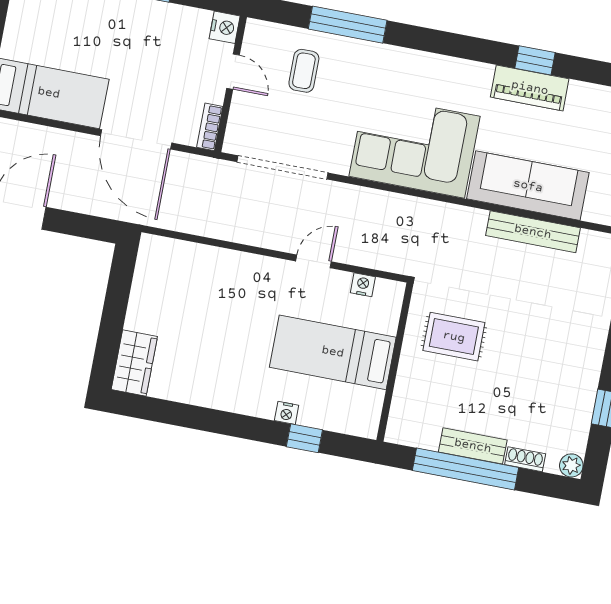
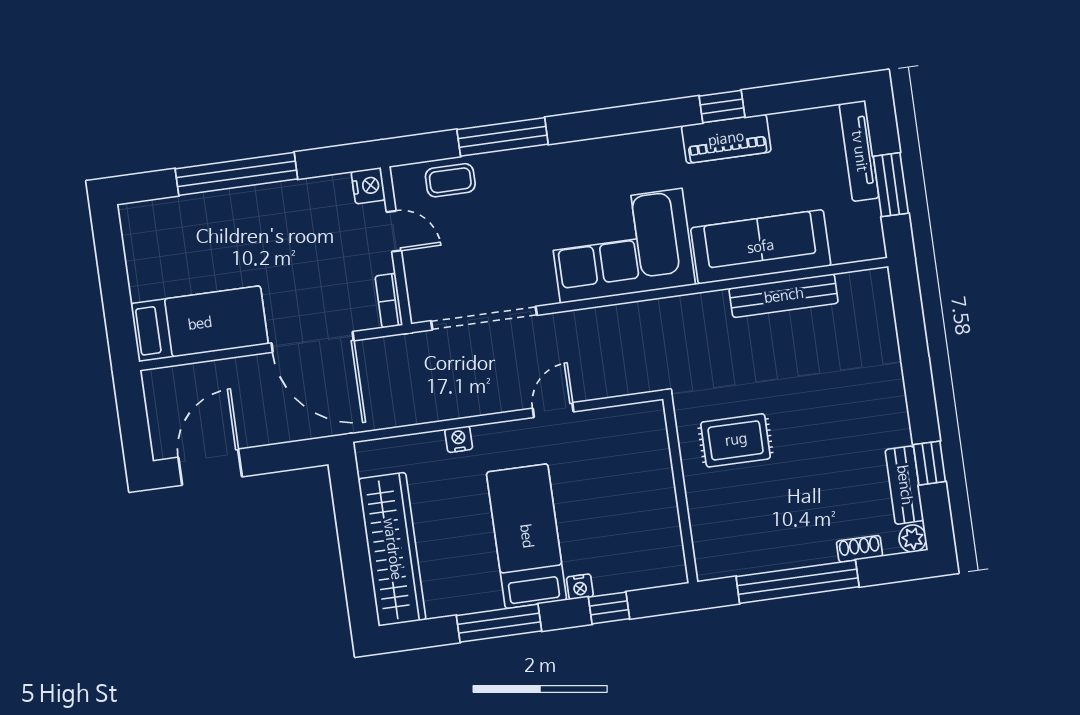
coffee table: (304, 71) -> (450, 180), moved, turned 90
nightstand: (363, 285) -> (459, 439), moved
bed: (333, 352) -> (526, 536), moved, turned 90
wardrobe: (134, 363) -> (392, 549), width x2.10, depth x1.17
window: (210, 420) -> (499, 623), added
bench: (473, 446) -> (904, 485), moved, turned 90

